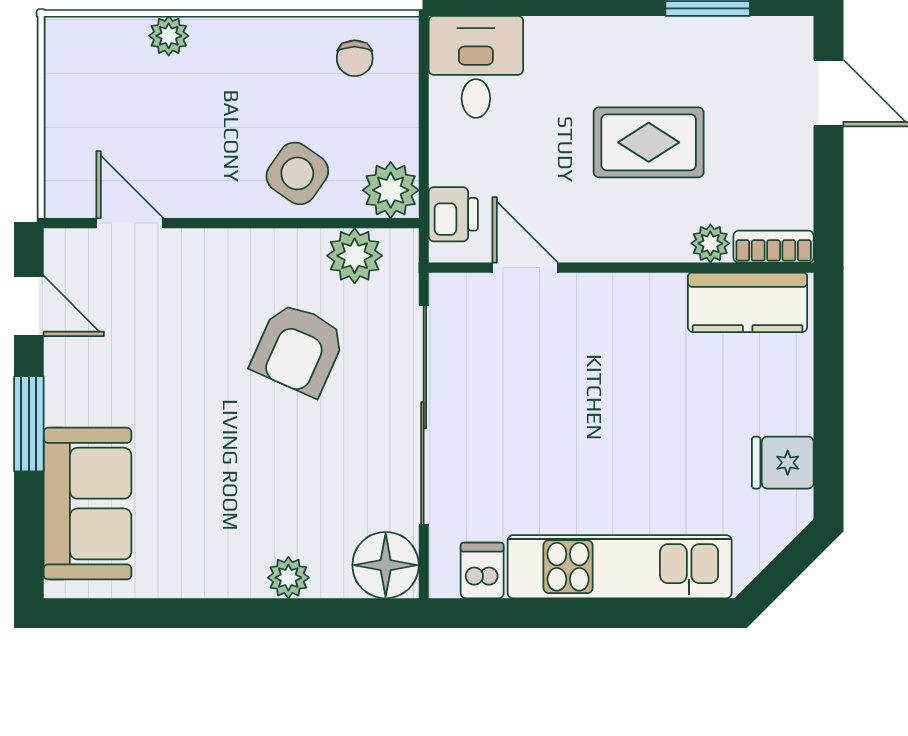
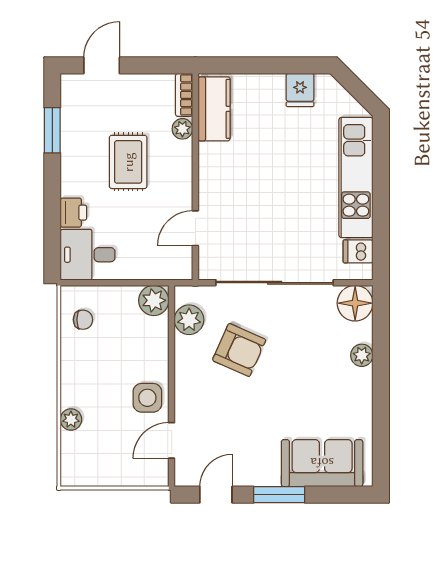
side table: (297, 173) -> (147, 398), moved, turned -35
printer: (453, 214) -> (73, 213), moved, turned 90

